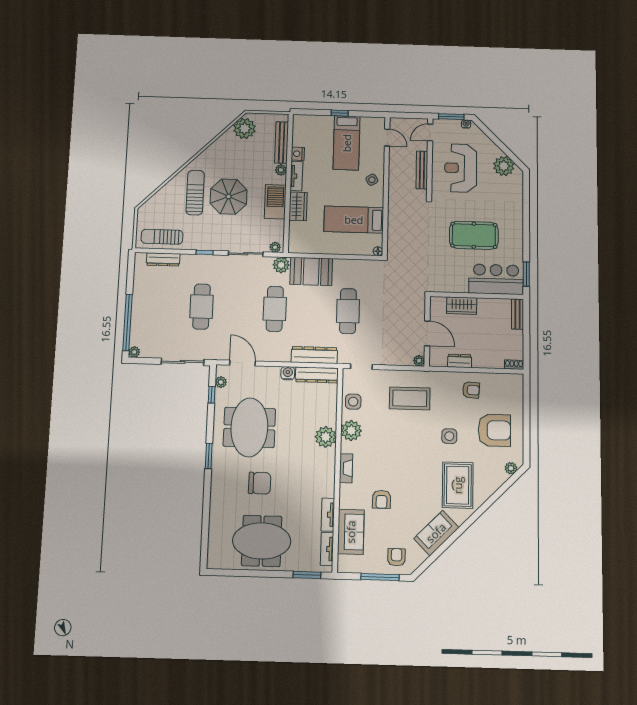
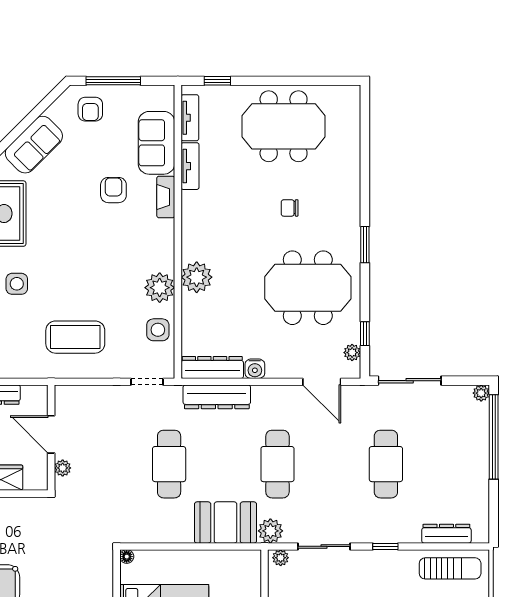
plant: (419, 361) -> (63, 468), moved
meeting table: (249, 427) -> (308, 288), turned 90
fireplace: (346, 468) -> (166, 197), moved
chair: (260, 483) -> (290, 208), width x0.54, depth x0.54
window: (307, 575) -> (217, 81), width x0.67

